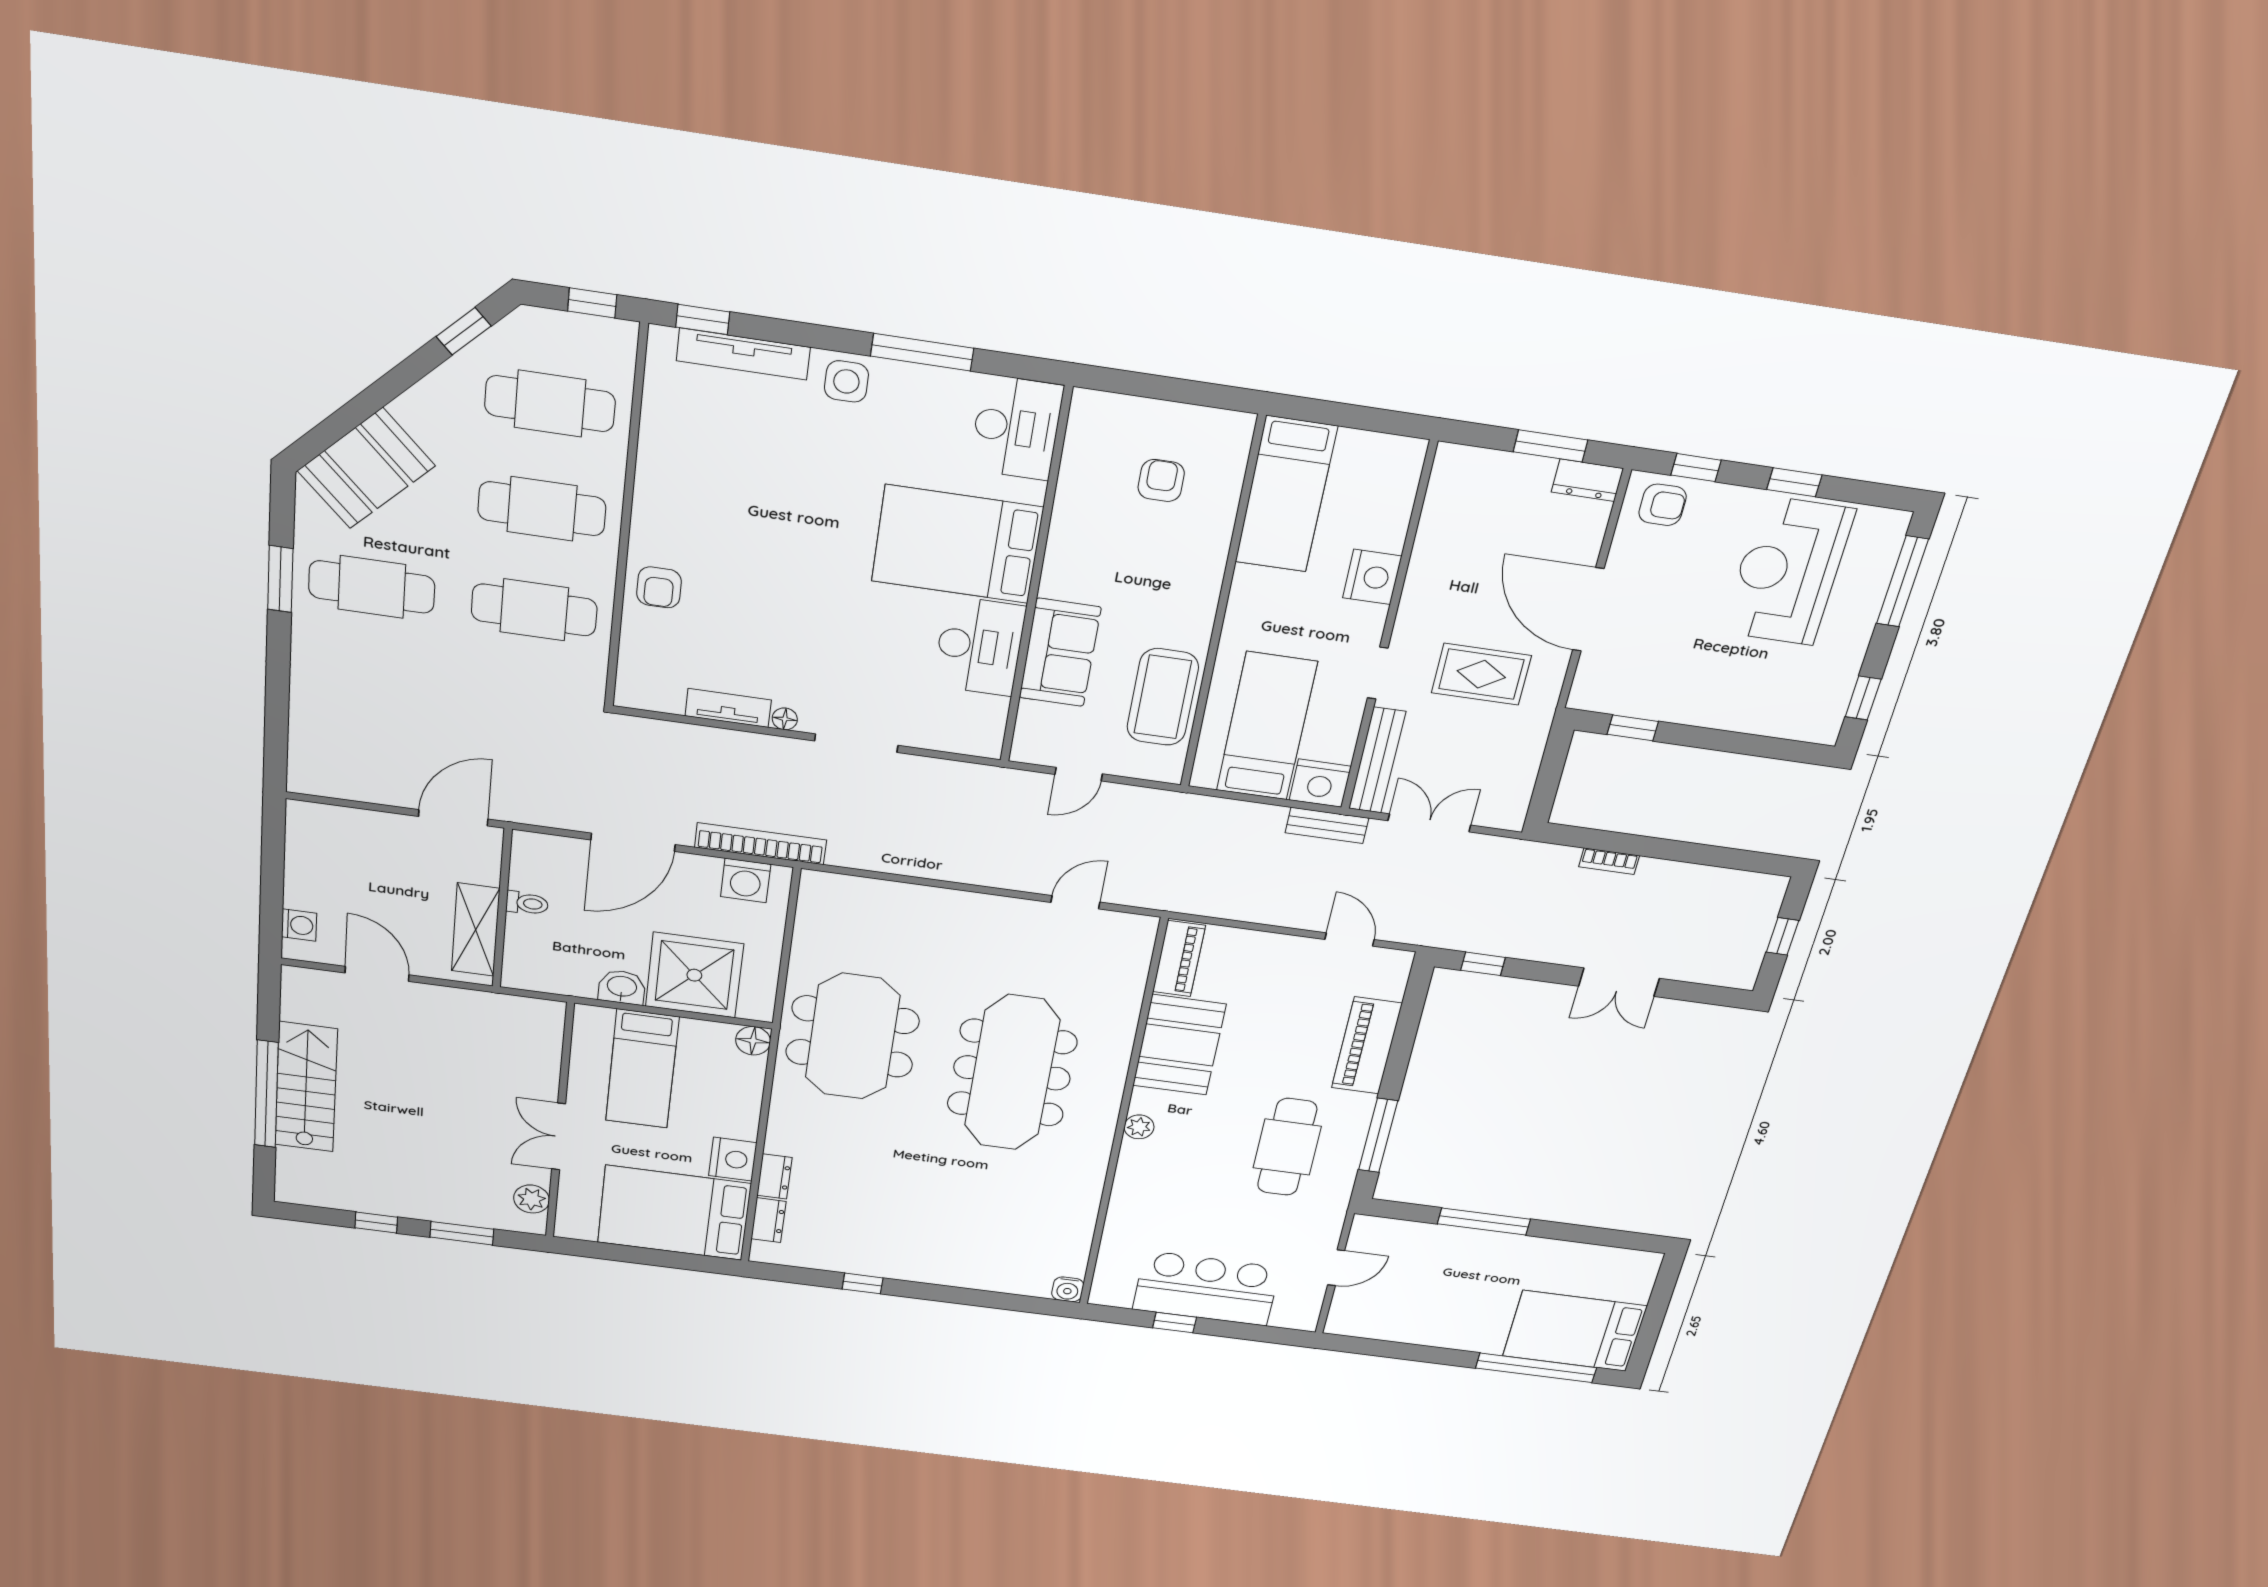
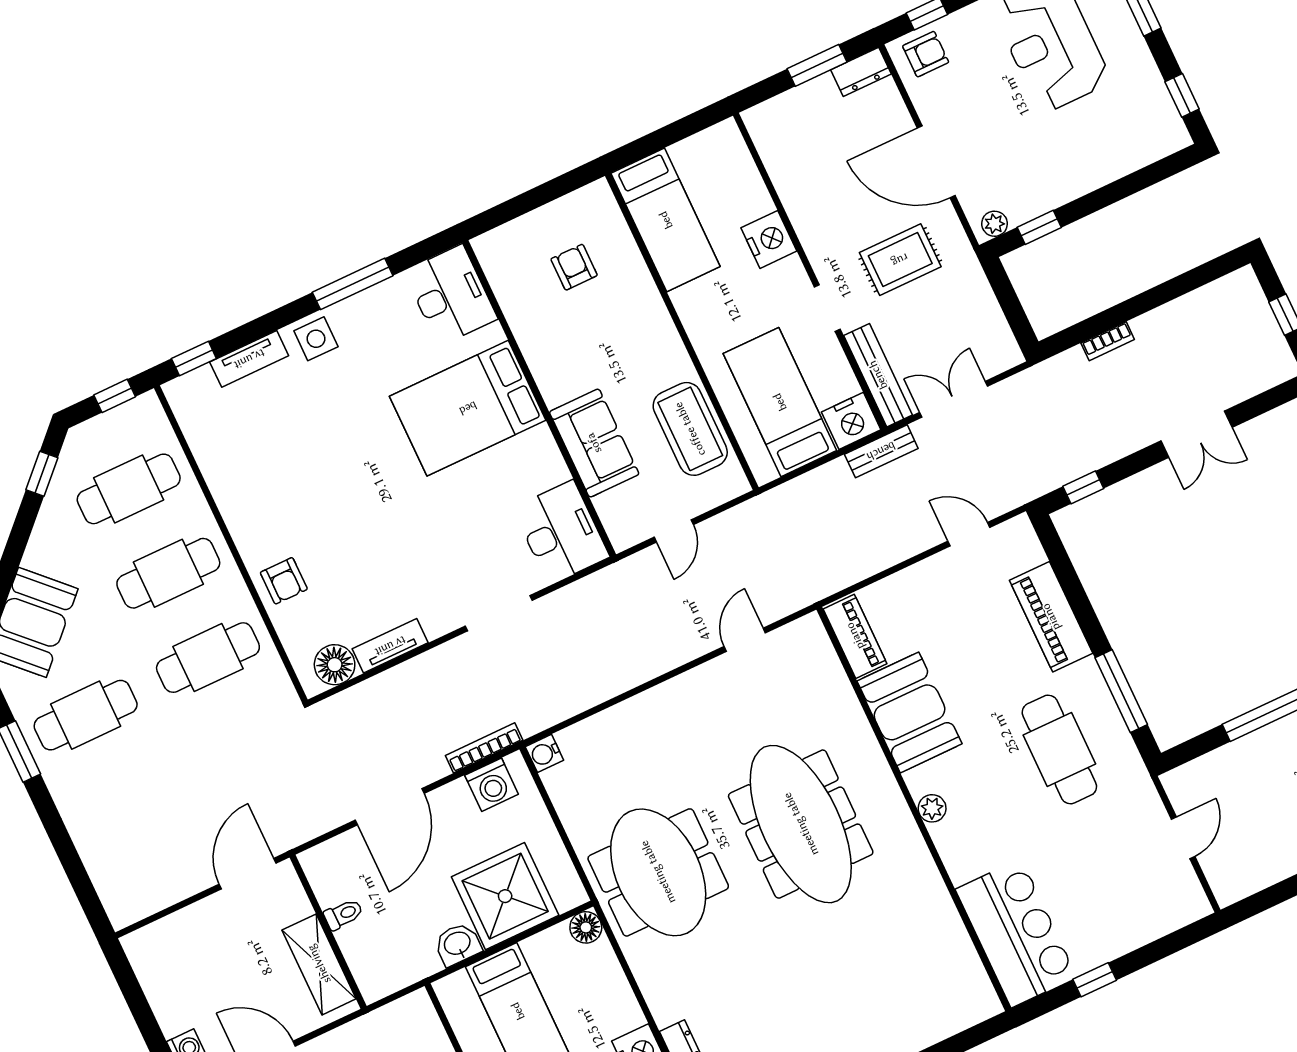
tv unit: (743, 354) -> (249, 359), width x0.71
desk: (979, 646) -> (561, 532), moved
plant: (1595, 699) -> (995, 224), added
floor lamp: (785, 719) -> (335, 665), moved, width x1.89, depth x1.89
bookcase: (761, 844) -> (484, 748), width x0.68, depth x0.76
bar counter: (1206, 1288) -> (1016, 933), moved, turned 90
water cooler: (1068, 1289) -> (544, 753), moved, turned 90

